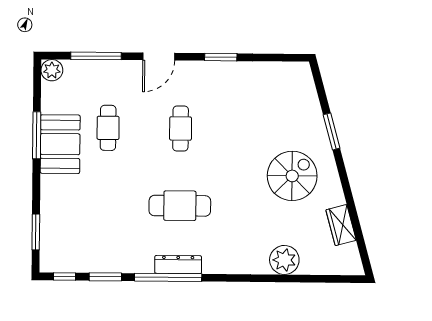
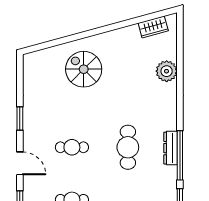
window: (332, 131) -> (73, 38), removed
spiral stairs: (292, 176) -> (84, 69), moved
wardrobe: (341, 225) -> (153, 27), moved

